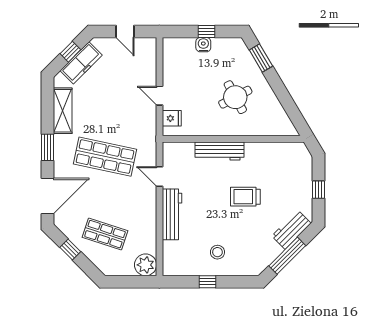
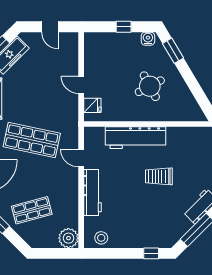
water cooler: (203, 45) -> (148, 39), moved
workbench: (220, 151) -> (135, 138), width x1.36, depth x1.32
shop shelf: (105, 234) -> (32, 210), turned -33
stool: (217, 252) -> (101, 238), moved
window: (207, 282) -> (151, 253), moved

